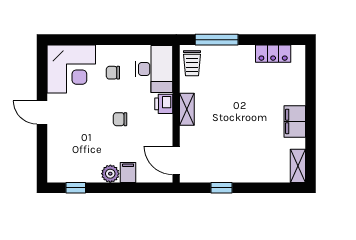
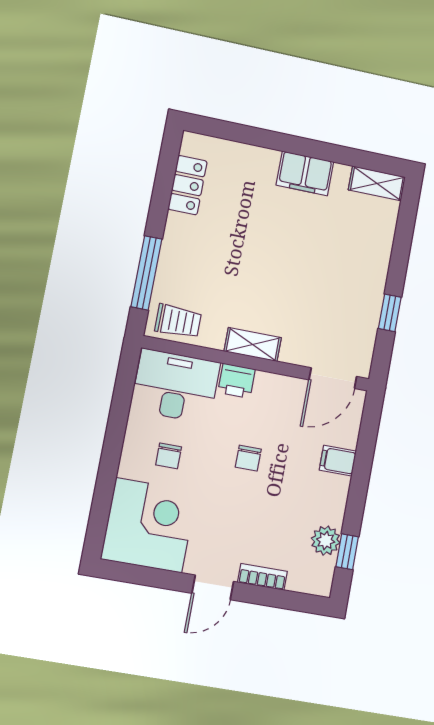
bookcase: (53, 140) -> (262, 577), added
plant: (110, 174) -> (326, 541), moved

